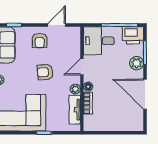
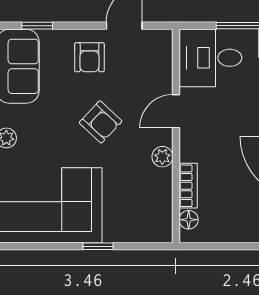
armchair: (45, 72) -> (101, 122), turned -132
floor lamp: (88, 87) -> (189, 220), moved
tv unit: (75, 110) -> (161, 199), removed

